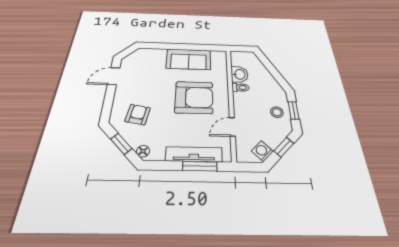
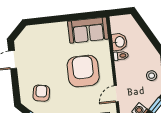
sofa: (189, 59) -> (88, 30), moved
armchair: (194, 97) -> (83, 71), turned -90

